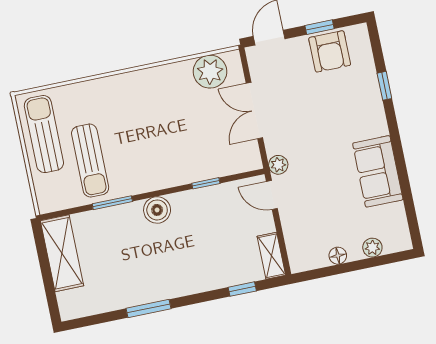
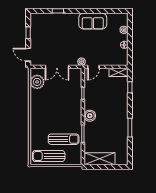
armchair: (330, 51) -> (39, 31), removed

